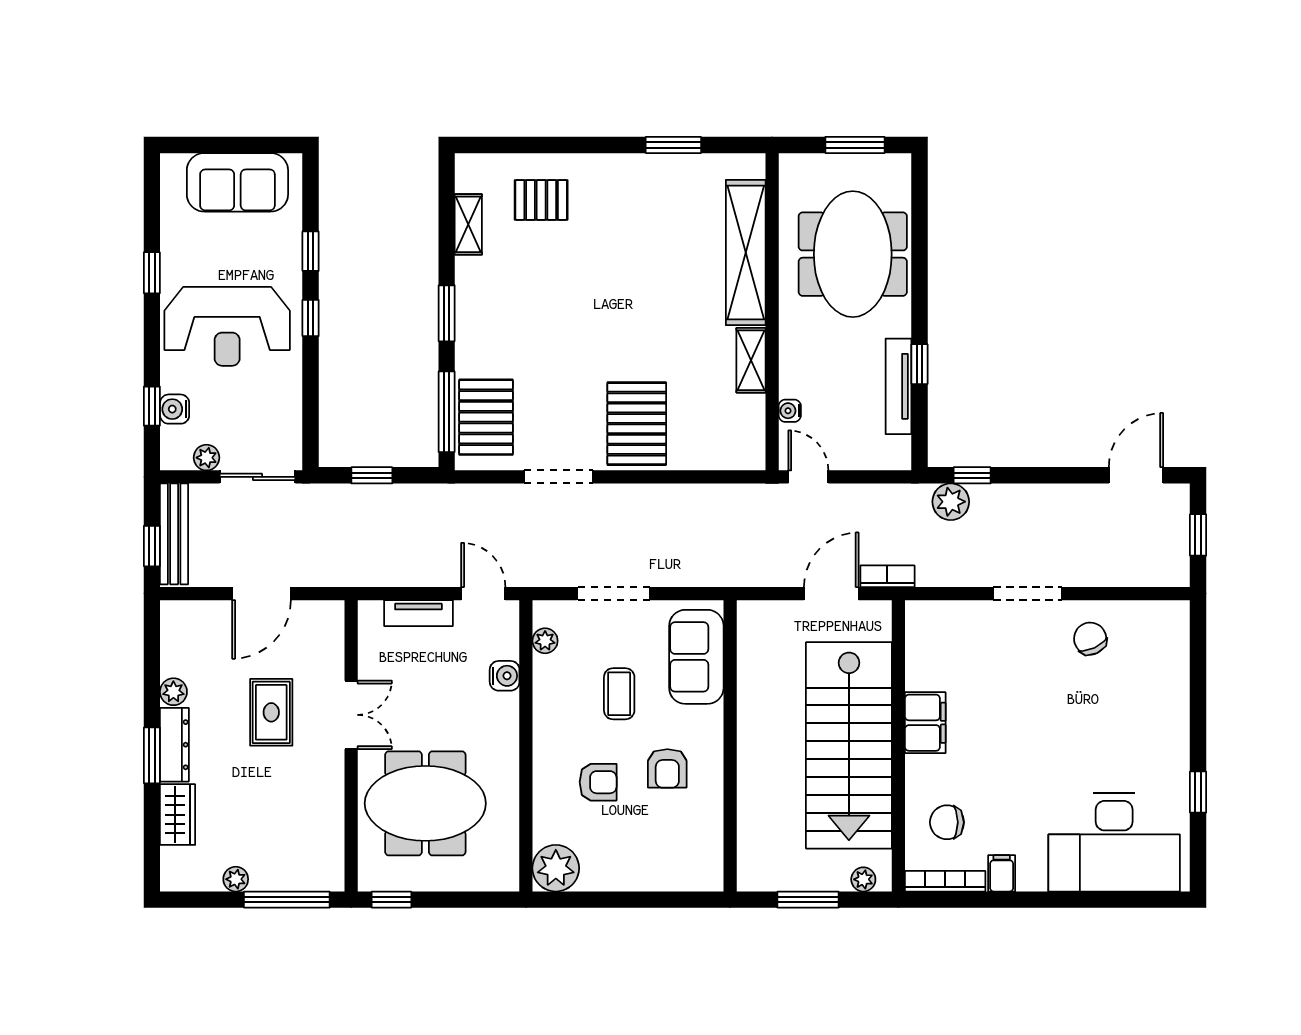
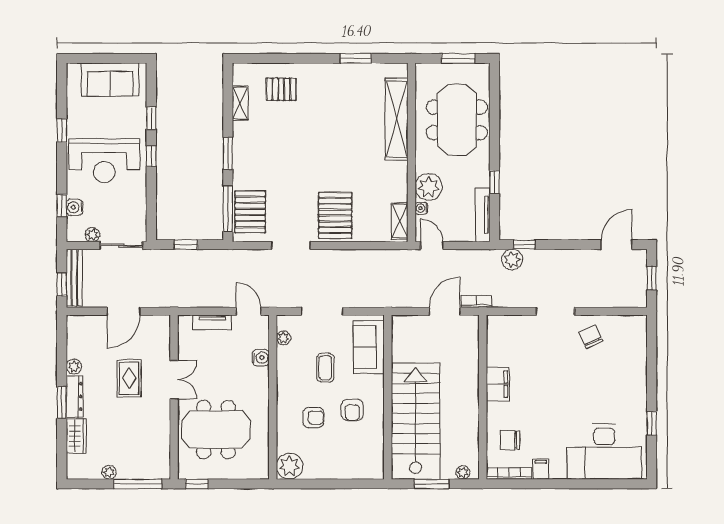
shelving: (751, 360) -> (400, 221), moved
plant: (803, 373) -> (429, 187), added
tv unit: (898, 386) -> (483, 215), moved
stairs: (849, 745) -> (416, 421), moved, turned 180

